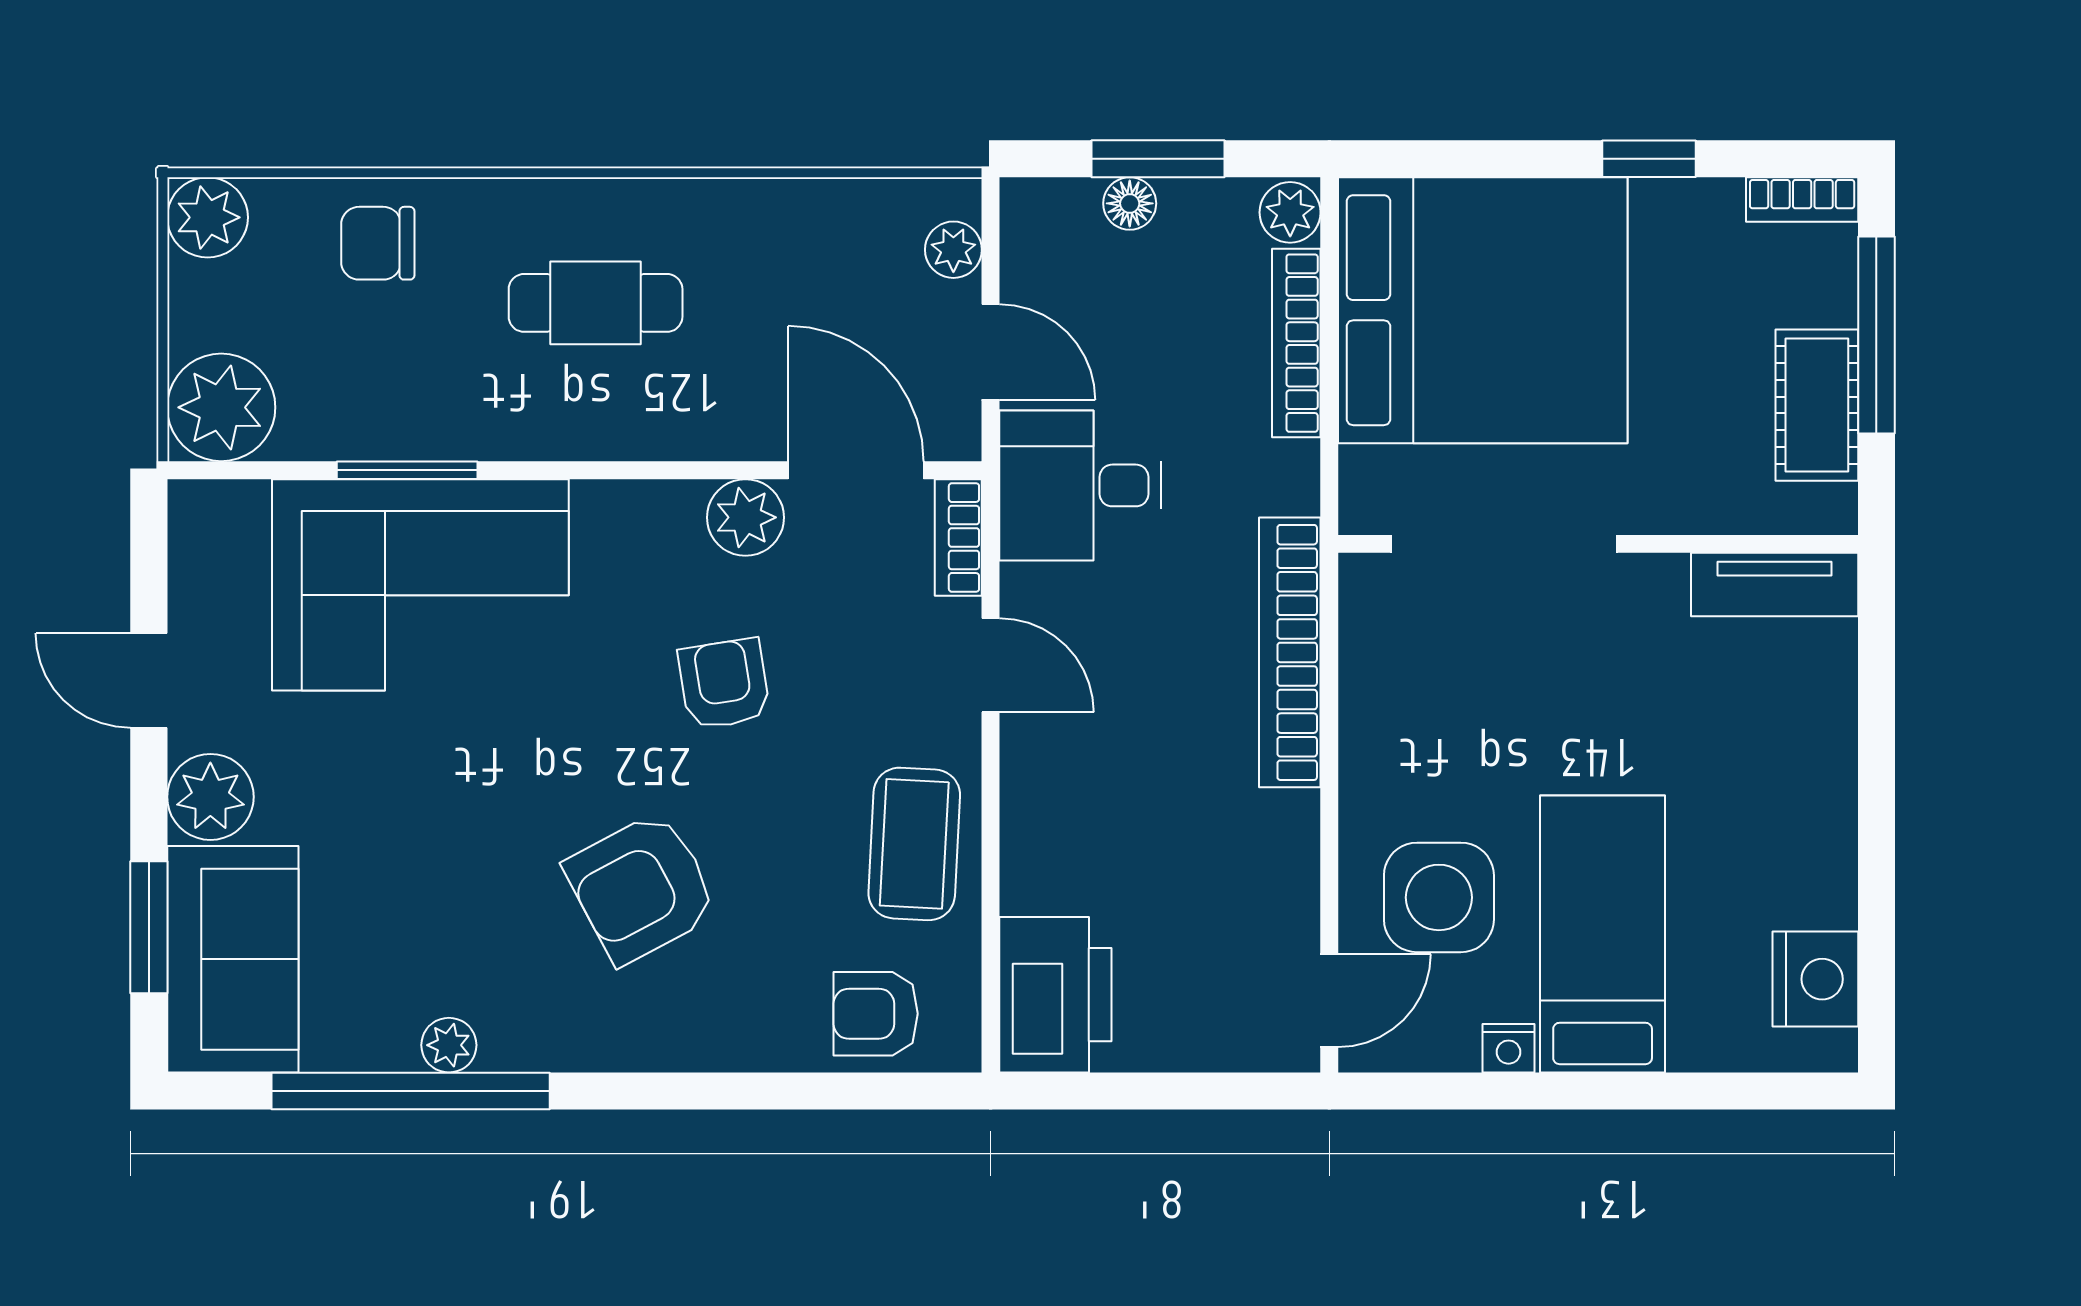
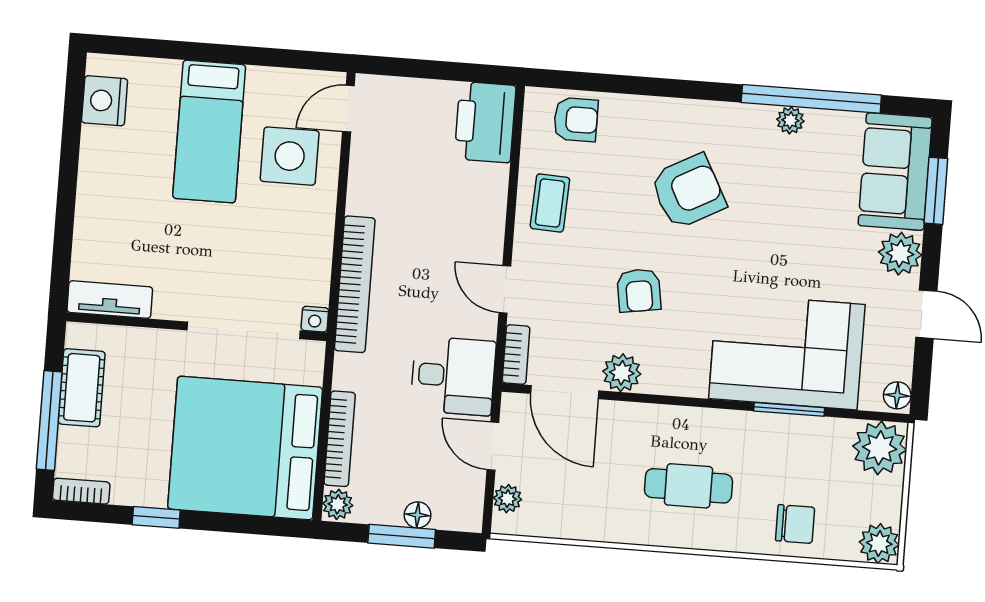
floor lamp: (194, 515) -> (897, 395), added
coffee table: (914, 844) -> (550, 203), width x0.73, depth x0.77
nightstand: (1508, 1048) -> (315, 319), moved, turned 180

